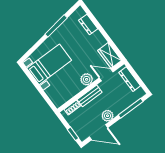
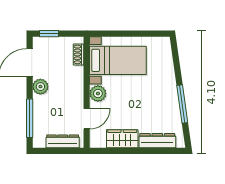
dresser: (88, 25) -> (157, 141), width x1.44
wardrobe: (110, 55) -> (122, 139), moved
bed with nightstands: (49, 64) -> (118, 60), moved, turned -90
bench: (90, 96) -> (77, 83), removed

